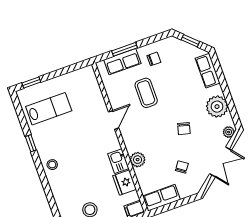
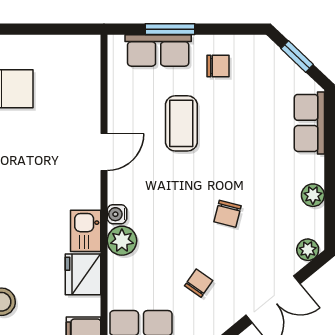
plant: (217, 107) -> (313, 195), width x0.53, depth x0.53
water cooler: (131, 148) -> (117, 214), added

